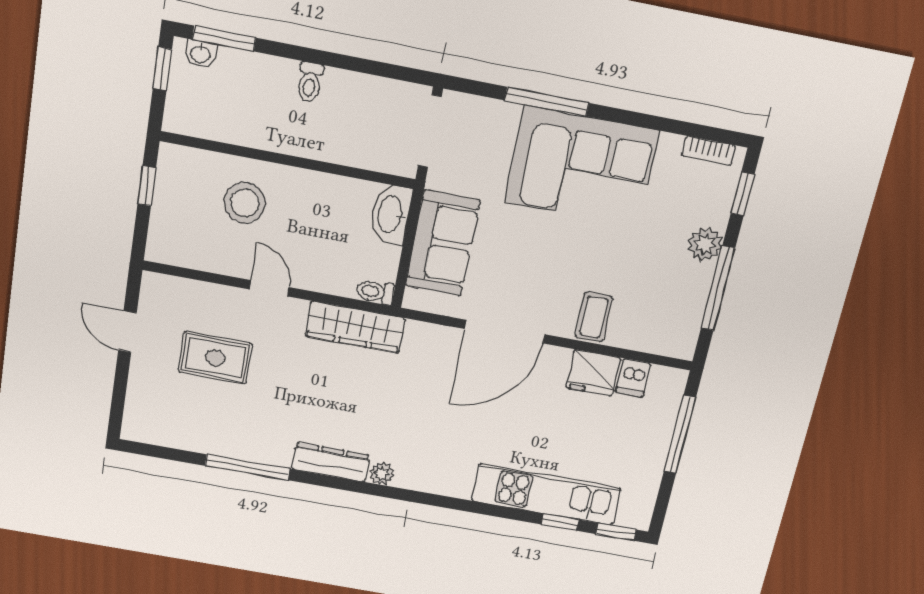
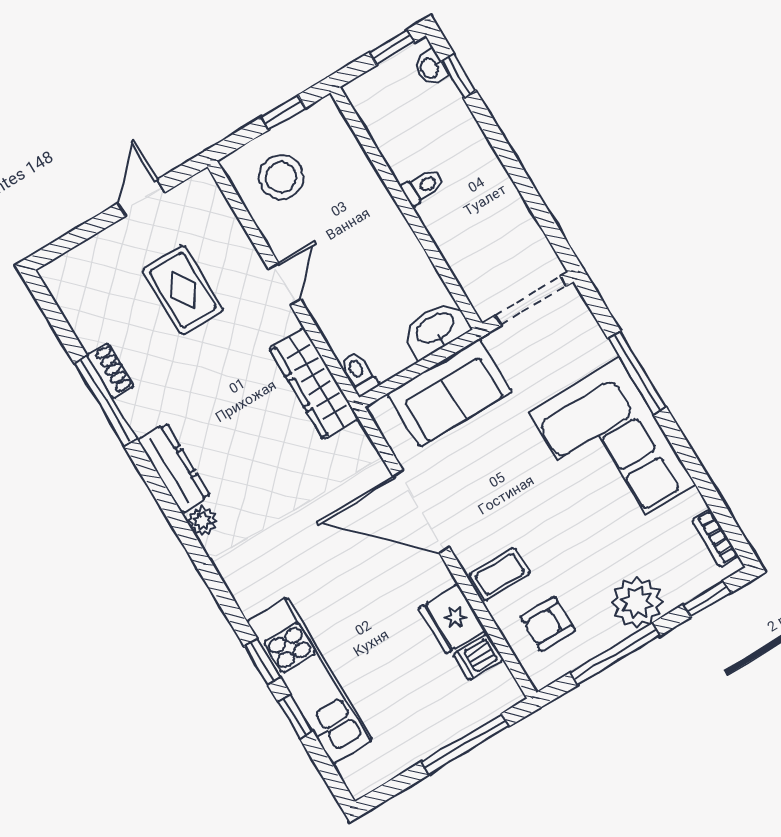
window: (224, 39) -> (459, 76), width x0.67
toilet: (310, 82) -> (423, 187), moved, turned 180
stool: (245, 203) -> (281, 177), moved
plant: (705, 244) -> (637, 602), width x1.36, depth x1.36
armchair: (656, 315) -> (548, 624), added
shoe rack: (230, 448) -> (110, 371), added
window: (616, 532) -> (262, 662), moved

